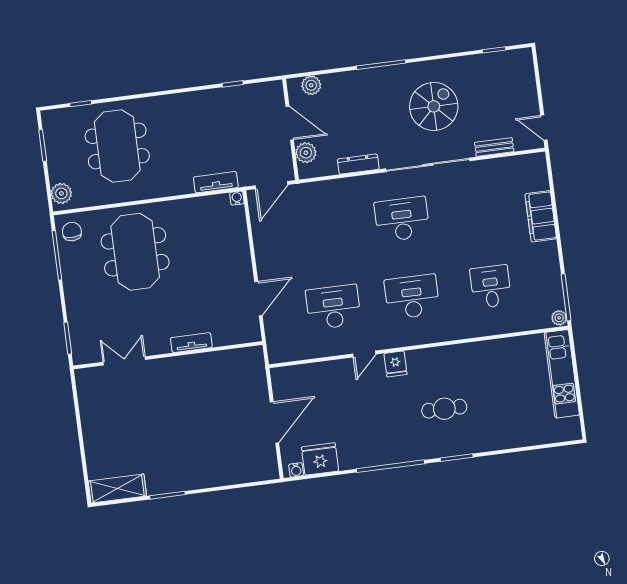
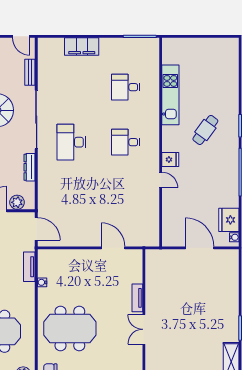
door: (544, 128) -> (21, 36), hinge flipped
water cooler: (237, 198) -> (42, 282), moved
desk: (412, 297) -> (126, 142), width x0.73
desk: (333, 307) -> (126, 197), removed
plant: (559, 318) -> (153, 43), removed
double door: (124, 361) -> (144, 329), moved
kitchen unit: (562, 374) -> (170, 95), moved, turned -90
cafe table: (444, 409) -> (205, 130), turned 36

